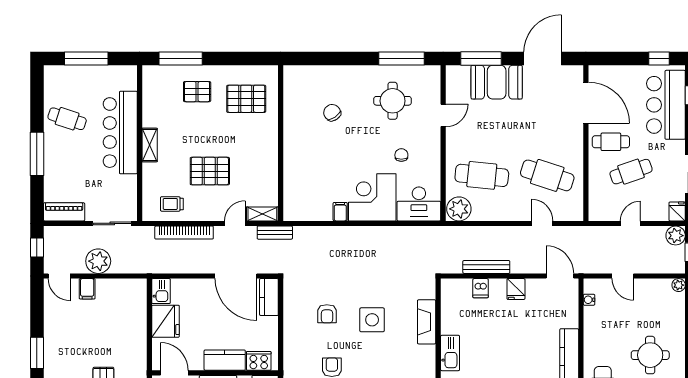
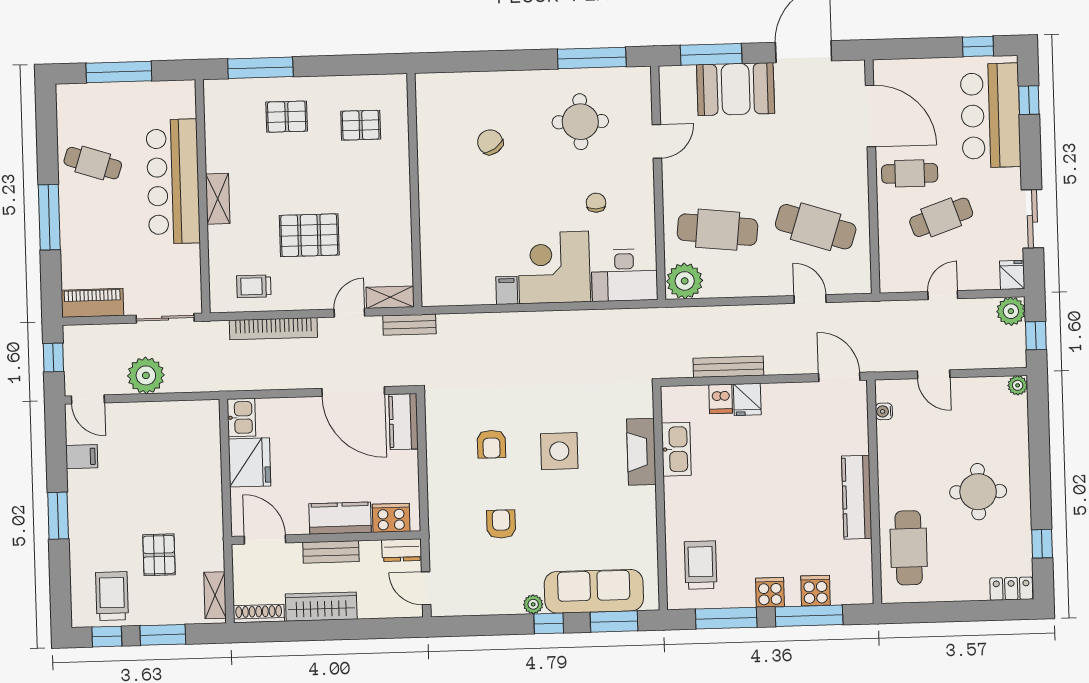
pallet: (246, 99) -> (361, 125), width x0.67, depth x0.71
filing cabinet: (87, 289) -> (82, 457), moved, turned -90
fridge: (516, 289) -> (747, 399), moved
kitchen sink: (450, 353) -> (676, 449), moved

